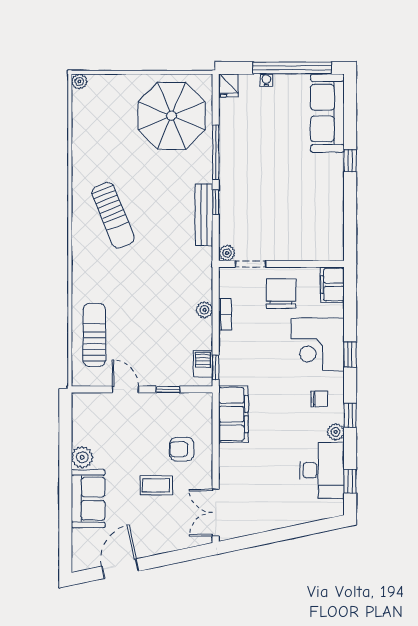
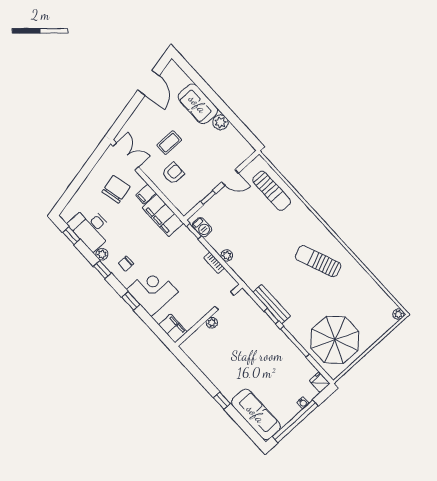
plant: (227, 253) -> (212, 323), moved
chair: (281, 294) -> (116, 189), moved, turned -103
filing cabinet: (231, 453) -> (146, 194), added

